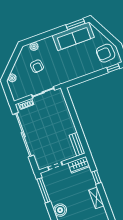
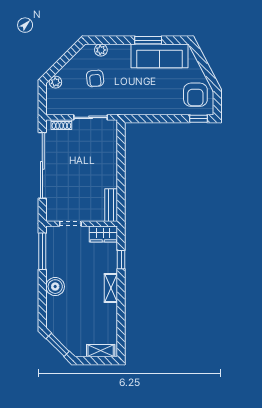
window: (75, 24) -> (148, 40), moved
armchair: (106, 53) -> (195, 95), turned -86

